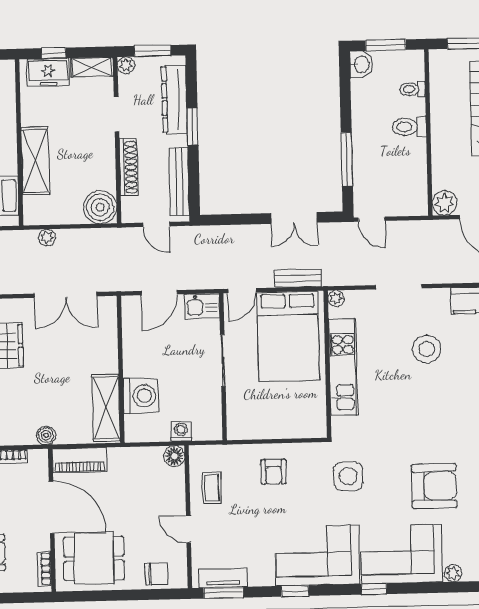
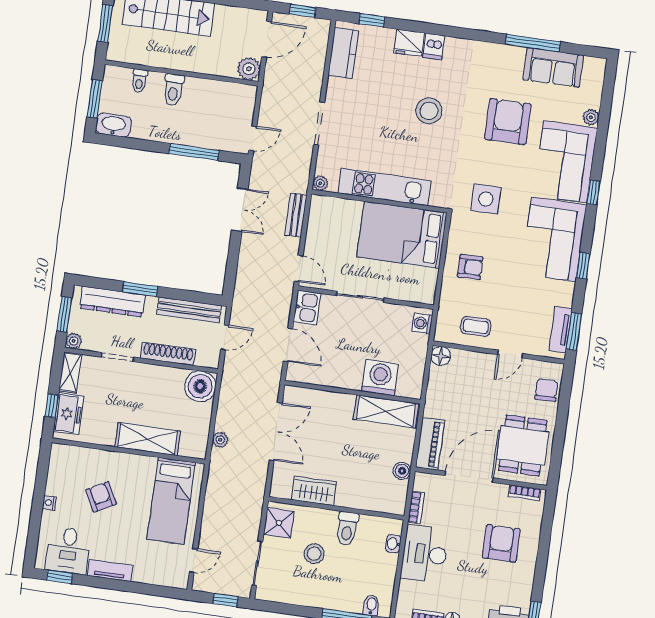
washbasin: (361, 64) -> (113, 125), width x1.38
bed: (288, 336) -> (402, 235), moved, turned 180
stool: (427, 349) -> (429, 111), moved
washing machine: (181, 431) -> (422, 323), moved

